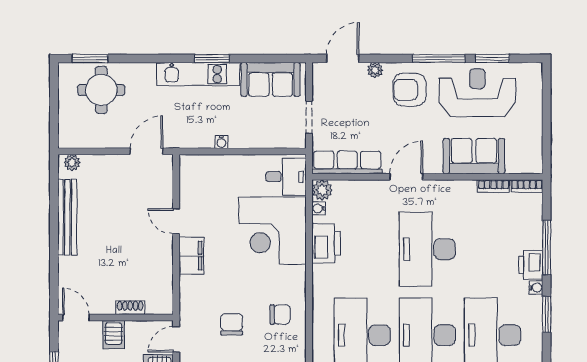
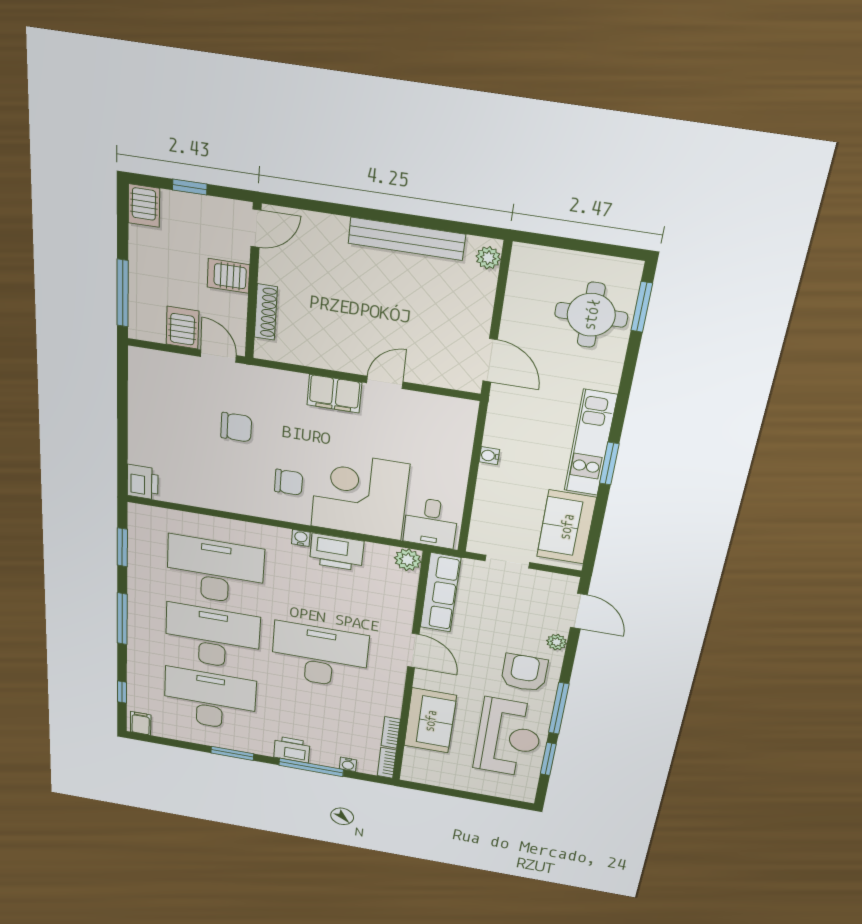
water cooler: (319, 208) -> (301, 538), moved
water cooler: (536, 288) -> (348, 764), moved
shoe rack: (130, 308) -> (266, 312), width x1.43
chair: (280, 314) -> (289, 482), moved, turned -90

